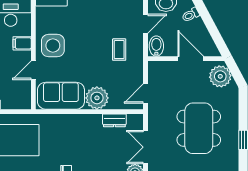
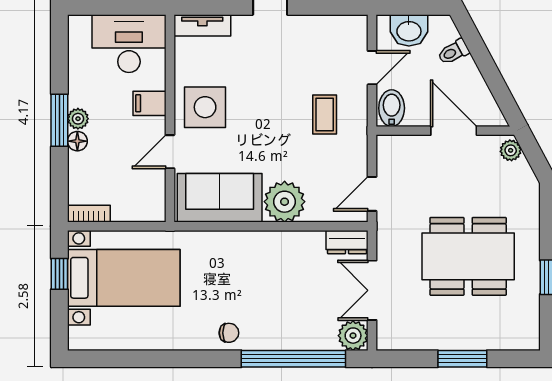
plant: (220, 76) -> (511, 150), width x0.53, depth x0.53
dresser: (114, 120) -> (347, 242), moved
dining table: (199, 128) -> (468, 256), turned 90

